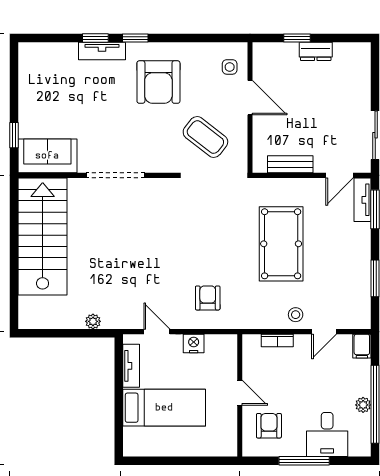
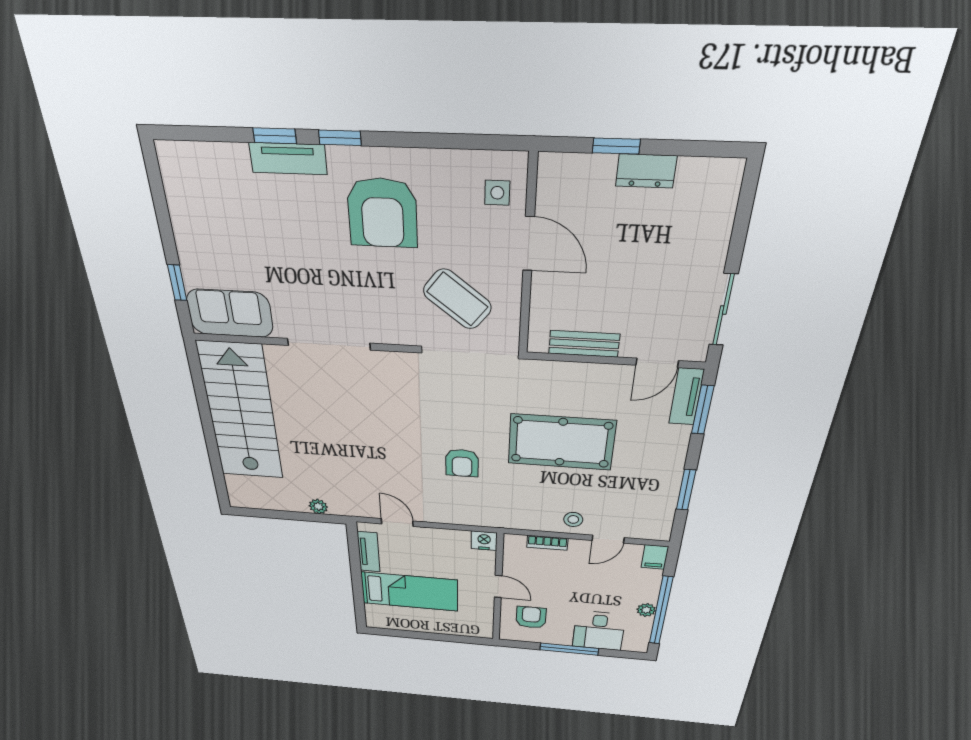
pool table: (281, 244) -> (561, 442), turned 90
armchair: (208, 298) -> (462, 463), moved, turned 180
nightstand: (194, 344) -> (484, 541), moved

